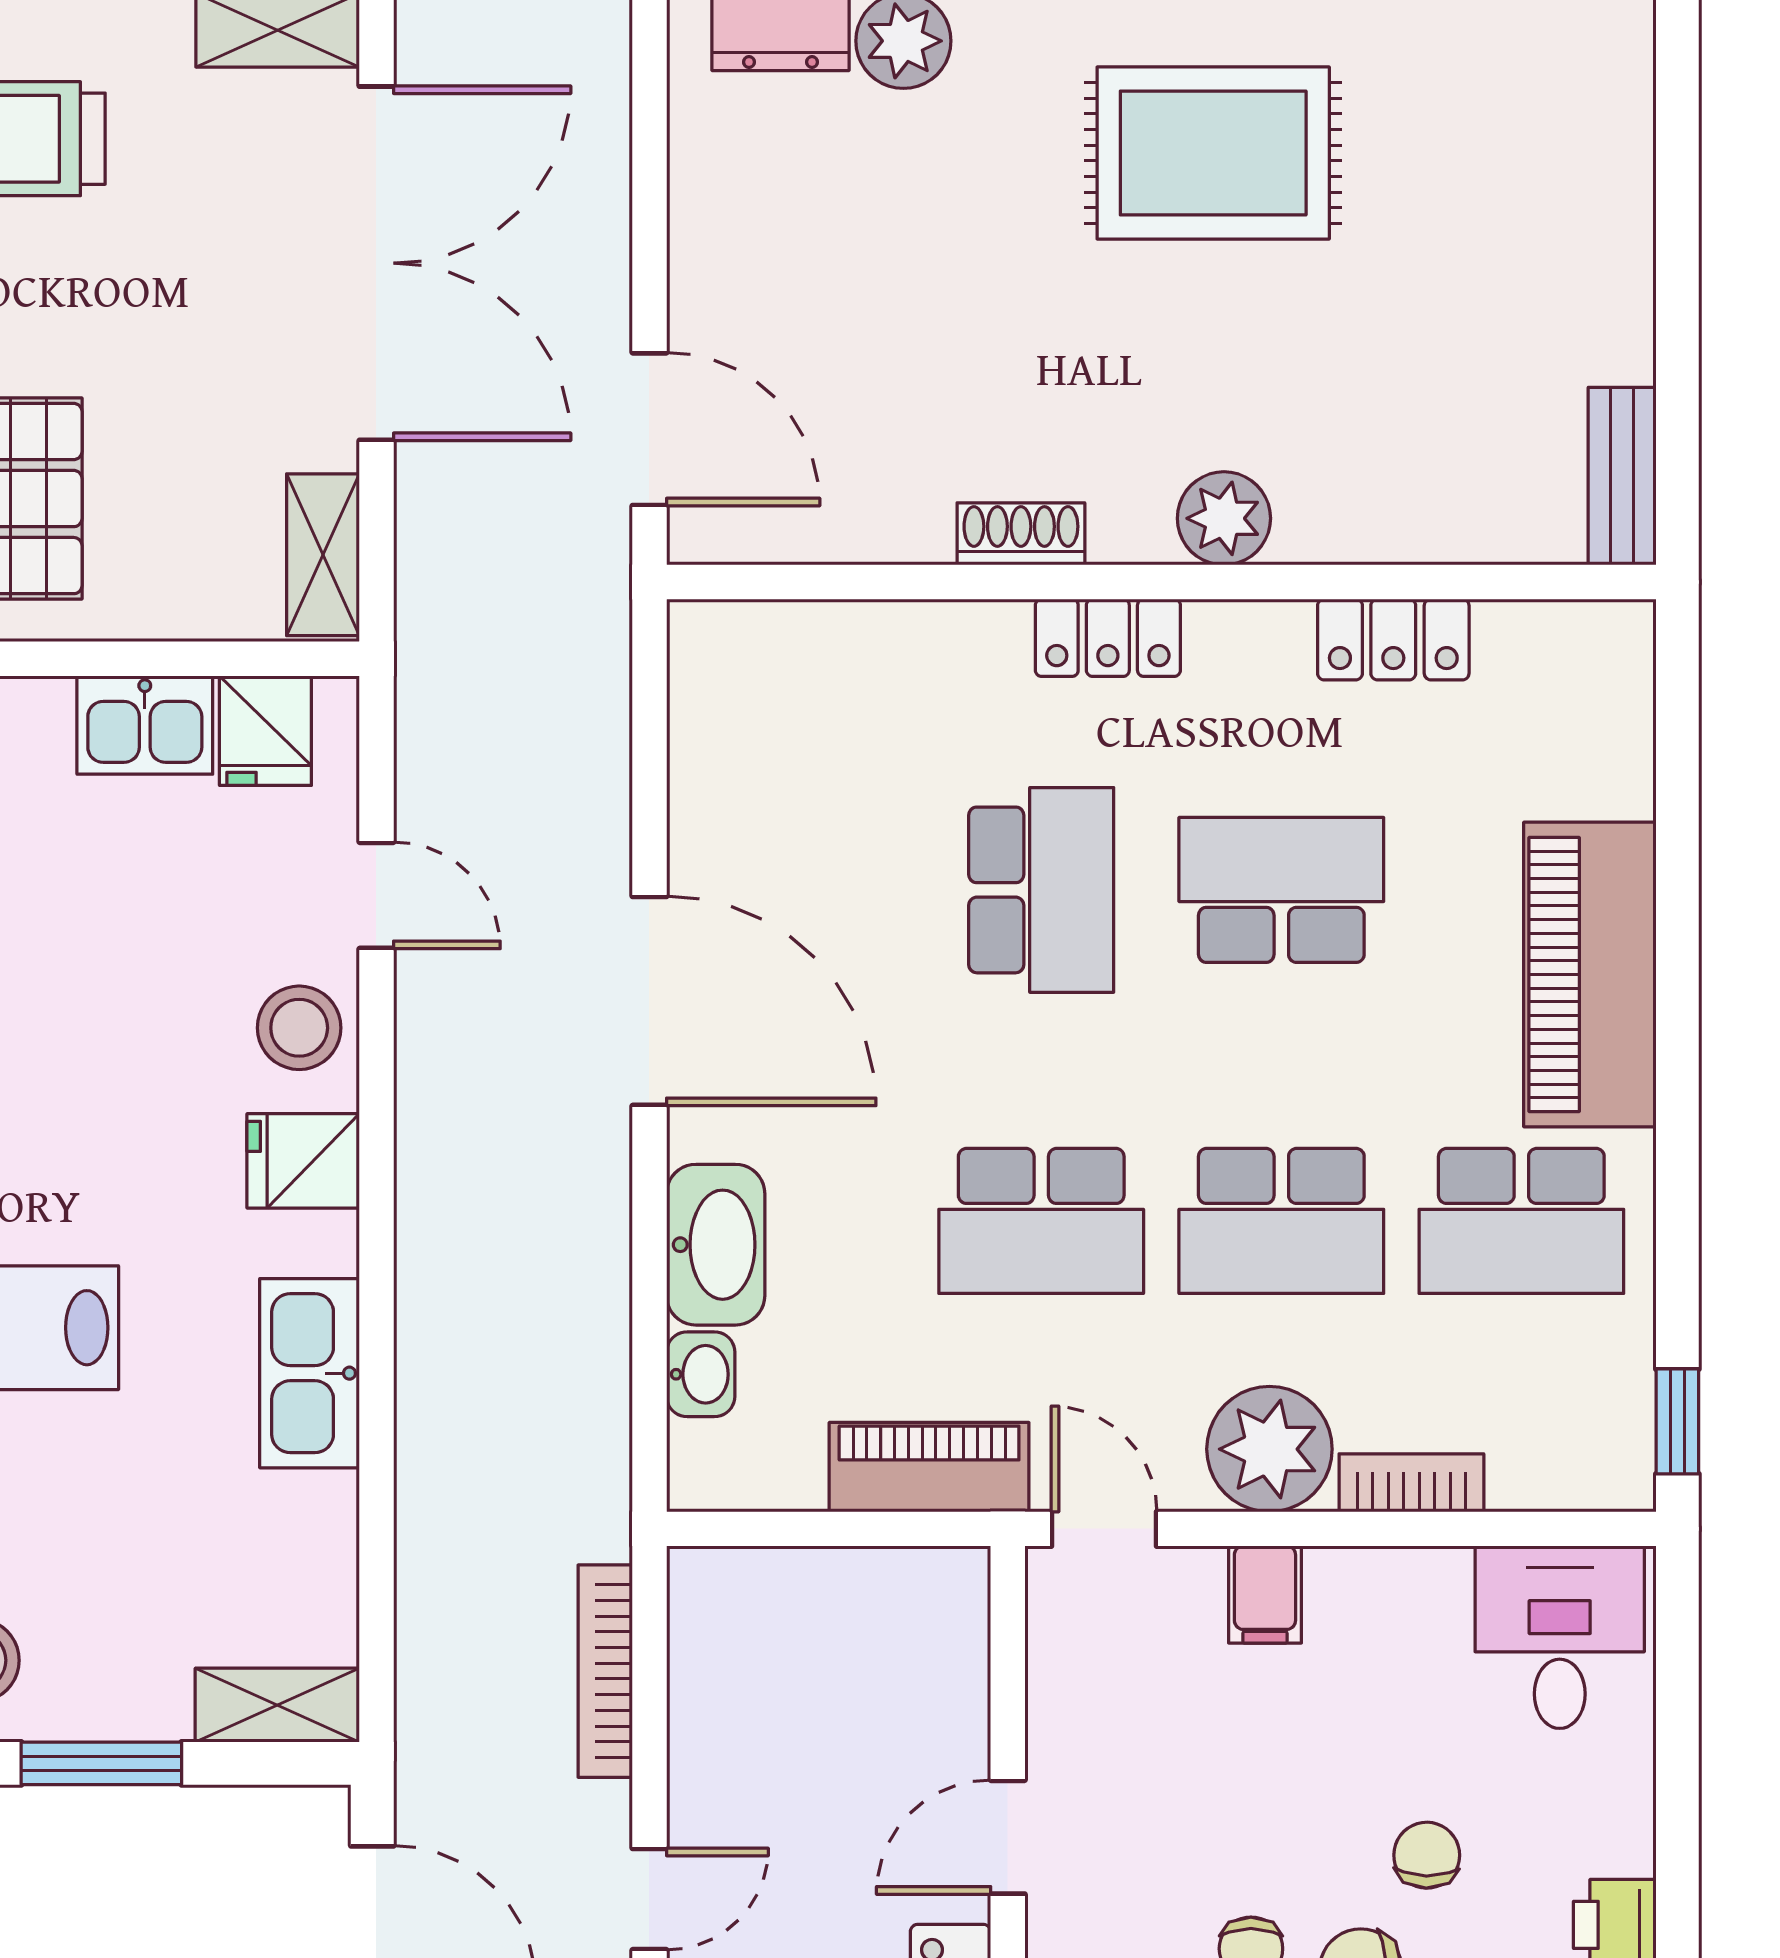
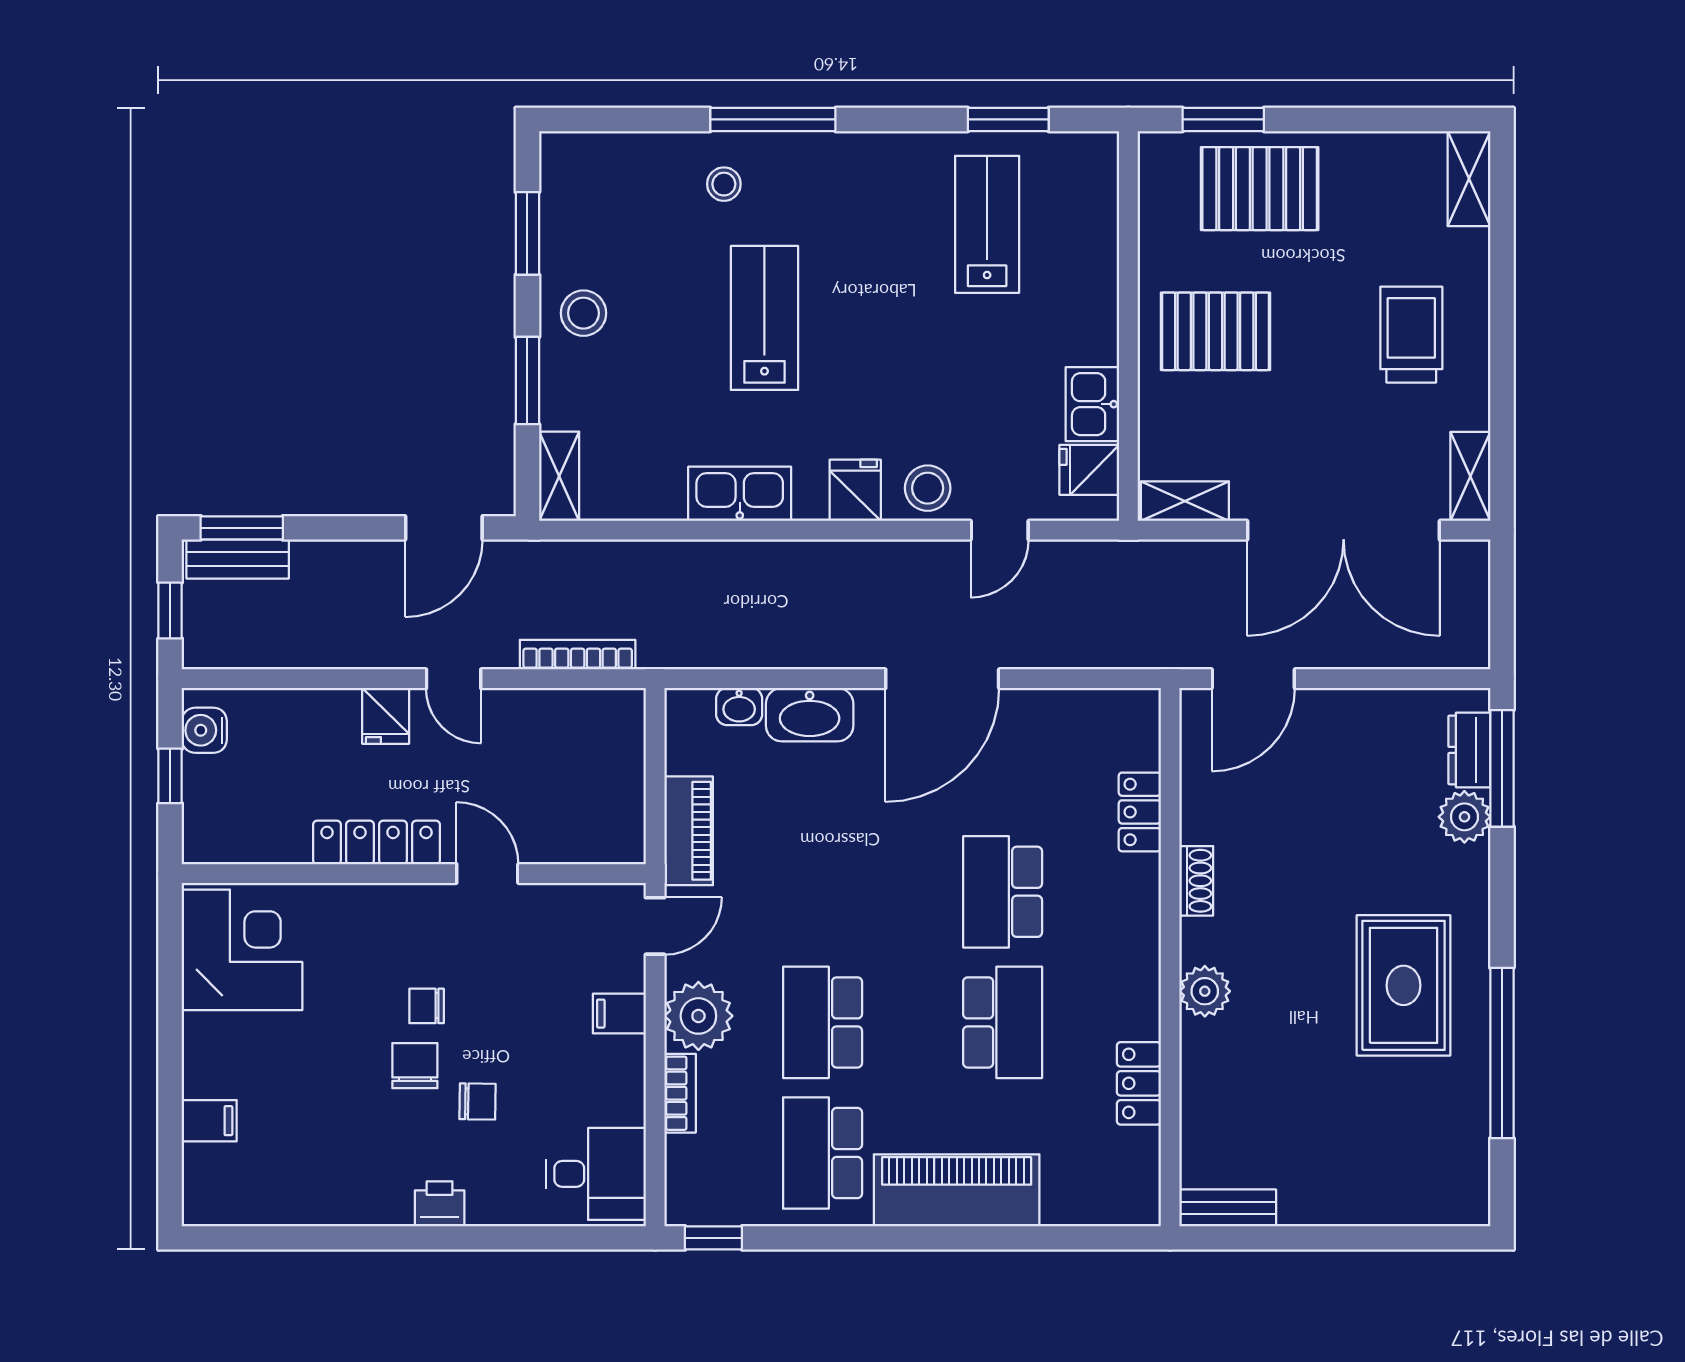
locker: (1108, 638) -> (1140, 812), moved
school desk: (1041, 890) -> (1003, 892), turned 90
school desk: (1041, 1221) -> (823, 892), removed

